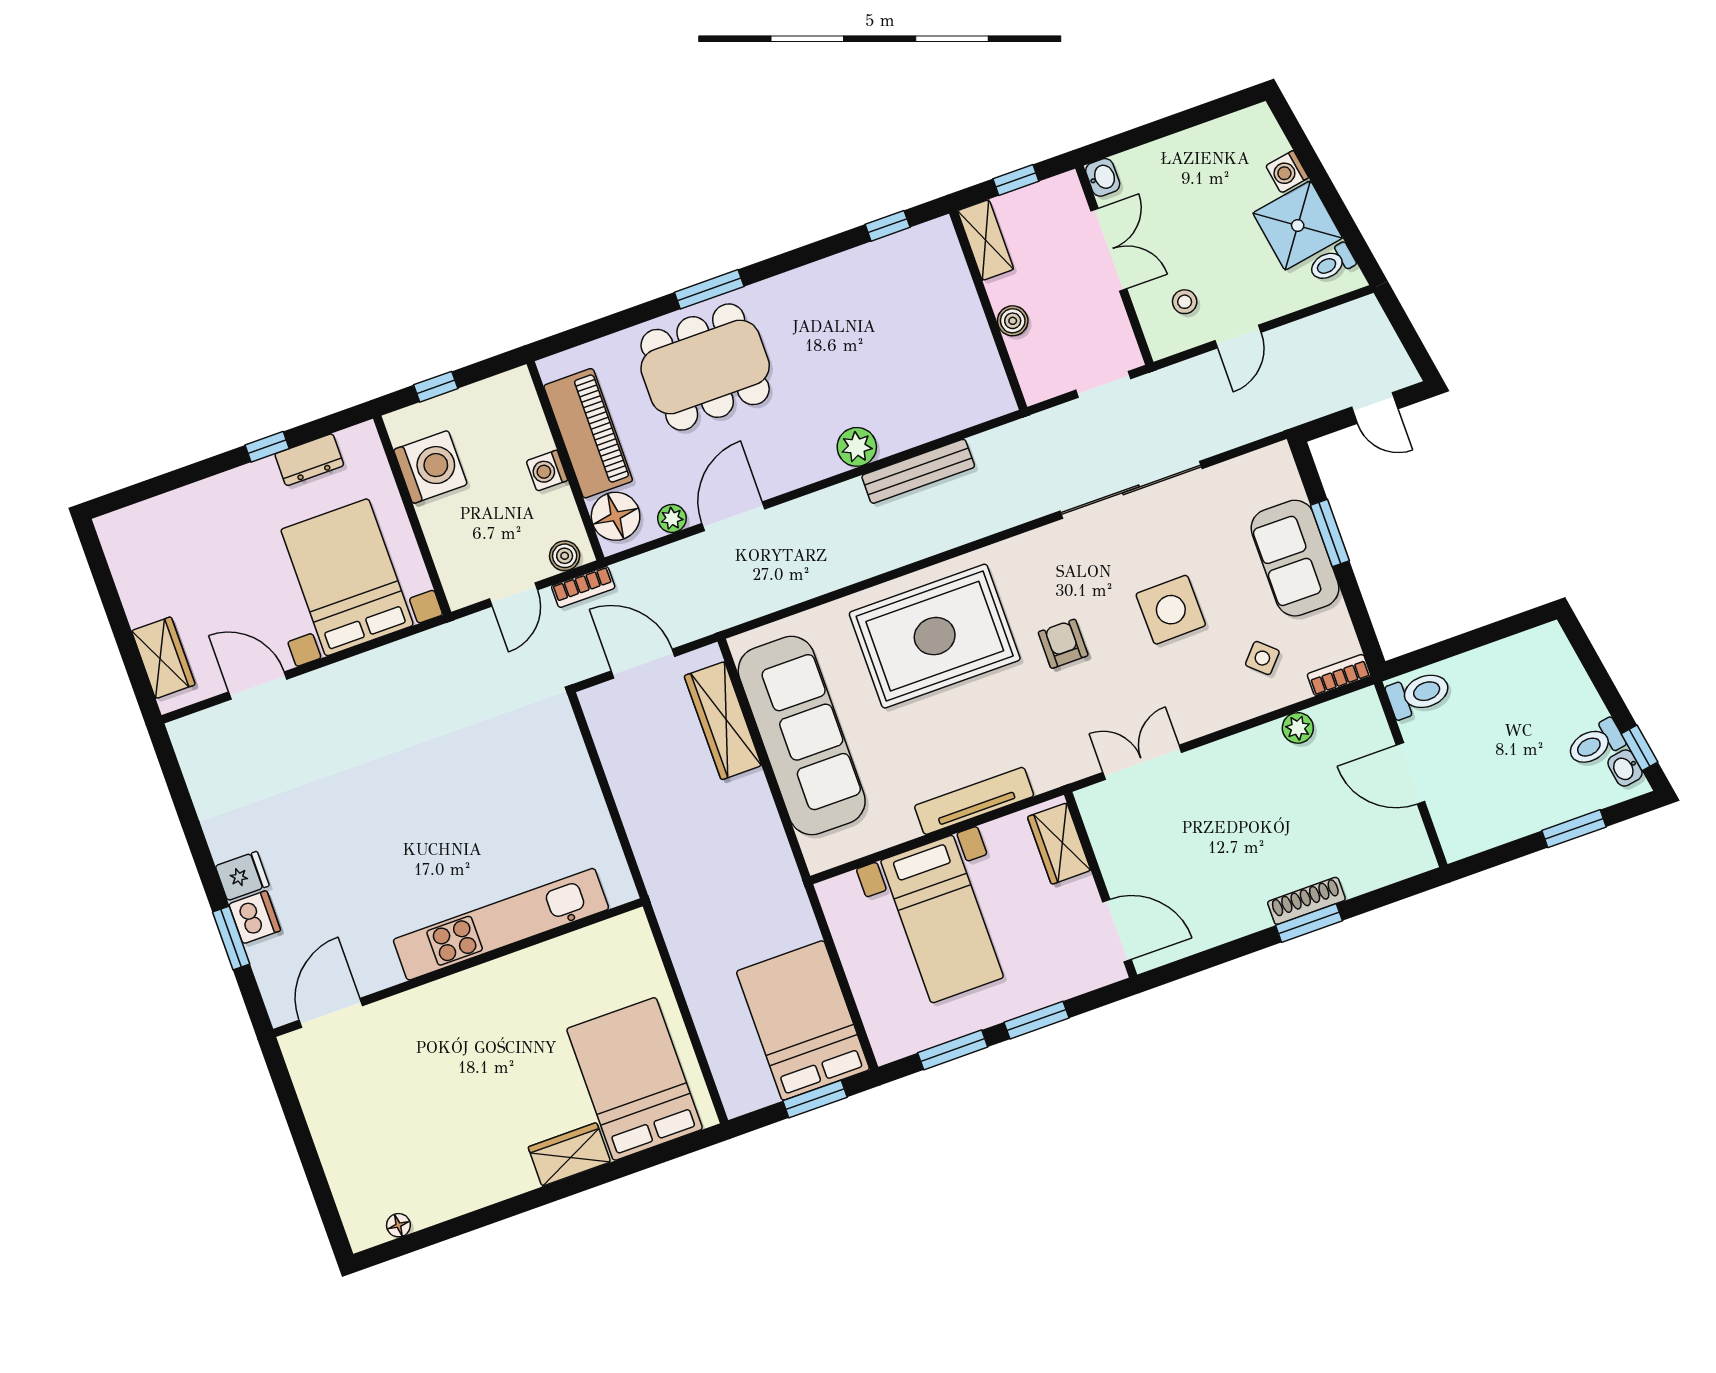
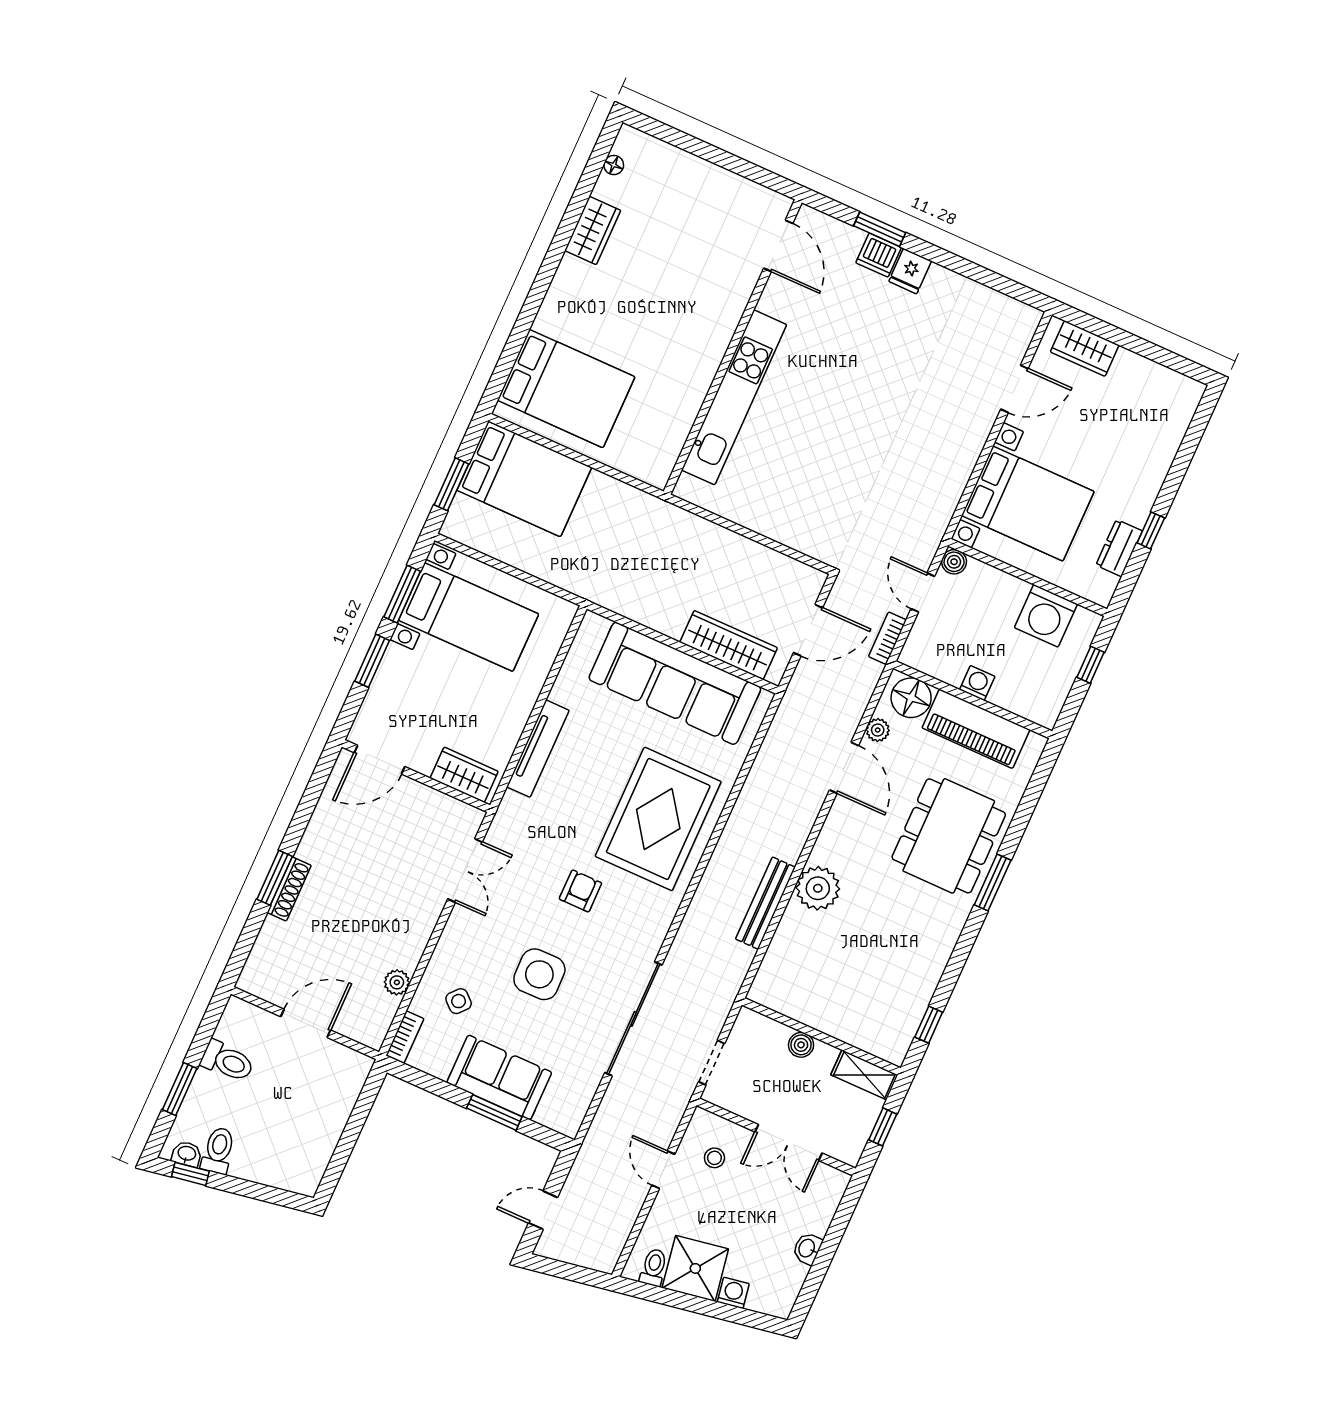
washbasin: (1103, 177) -> (807, 1248), moved, turned 90
plant: (857, 447) -> (818, 888), width x1.36, depth x1.36
boiler: (565, 556) -> (954, 562), moved
armchair: (1063, 644) -> (580, 891), turned -90
toilet: (1419, 694) -> (227, 1061), moved, turned -90
bed with nightstands: (942, 919) -> (469, 617), moved, turned 180
bed: (803, 1020) -> (524, 479), moved
wardrobe: (569, 1154) -> (593, 230), moved

